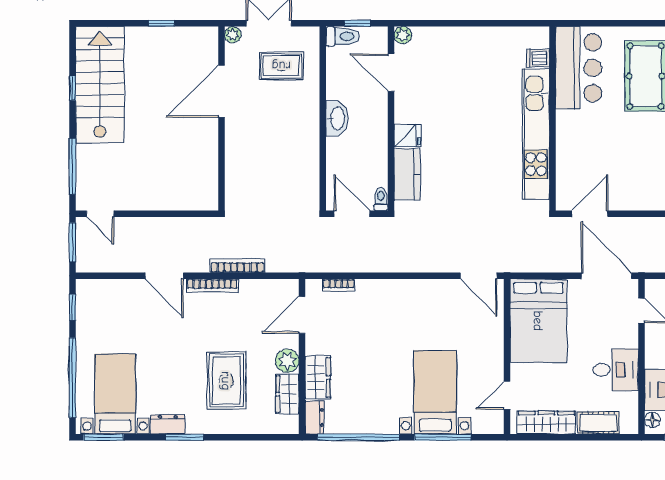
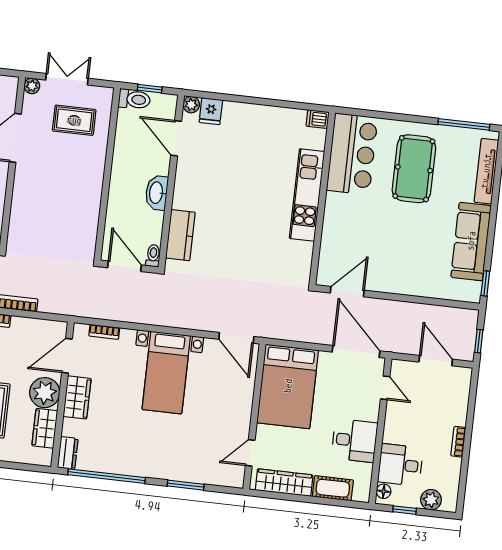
dishwasher: (538, 58) -> (318, 119), moved
washbasin: (337, 118) -> (157, 193), moved, turned 180
kitchen unit: (536, 134) -> (307, 195), width x0.73
fridge: (407, 135) -> (211, 111), moved, turned 90
plant: (287, 361) -> (45, 393), width x1.36, depth x1.36
wardrobe: (318, 377) -> (77, 397), moved
bed with nightstands: (435, 392) -> (166, 373), moved, turned 180
window: (443, 437) -> (186, 485), width x0.69

